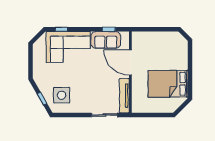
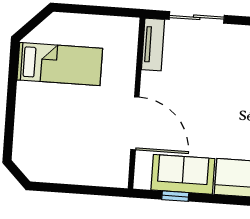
bed: (168, 84) -> (60, 64), width x0.67
tv unit: (124, 96) -> (153, 45), width x0.71

